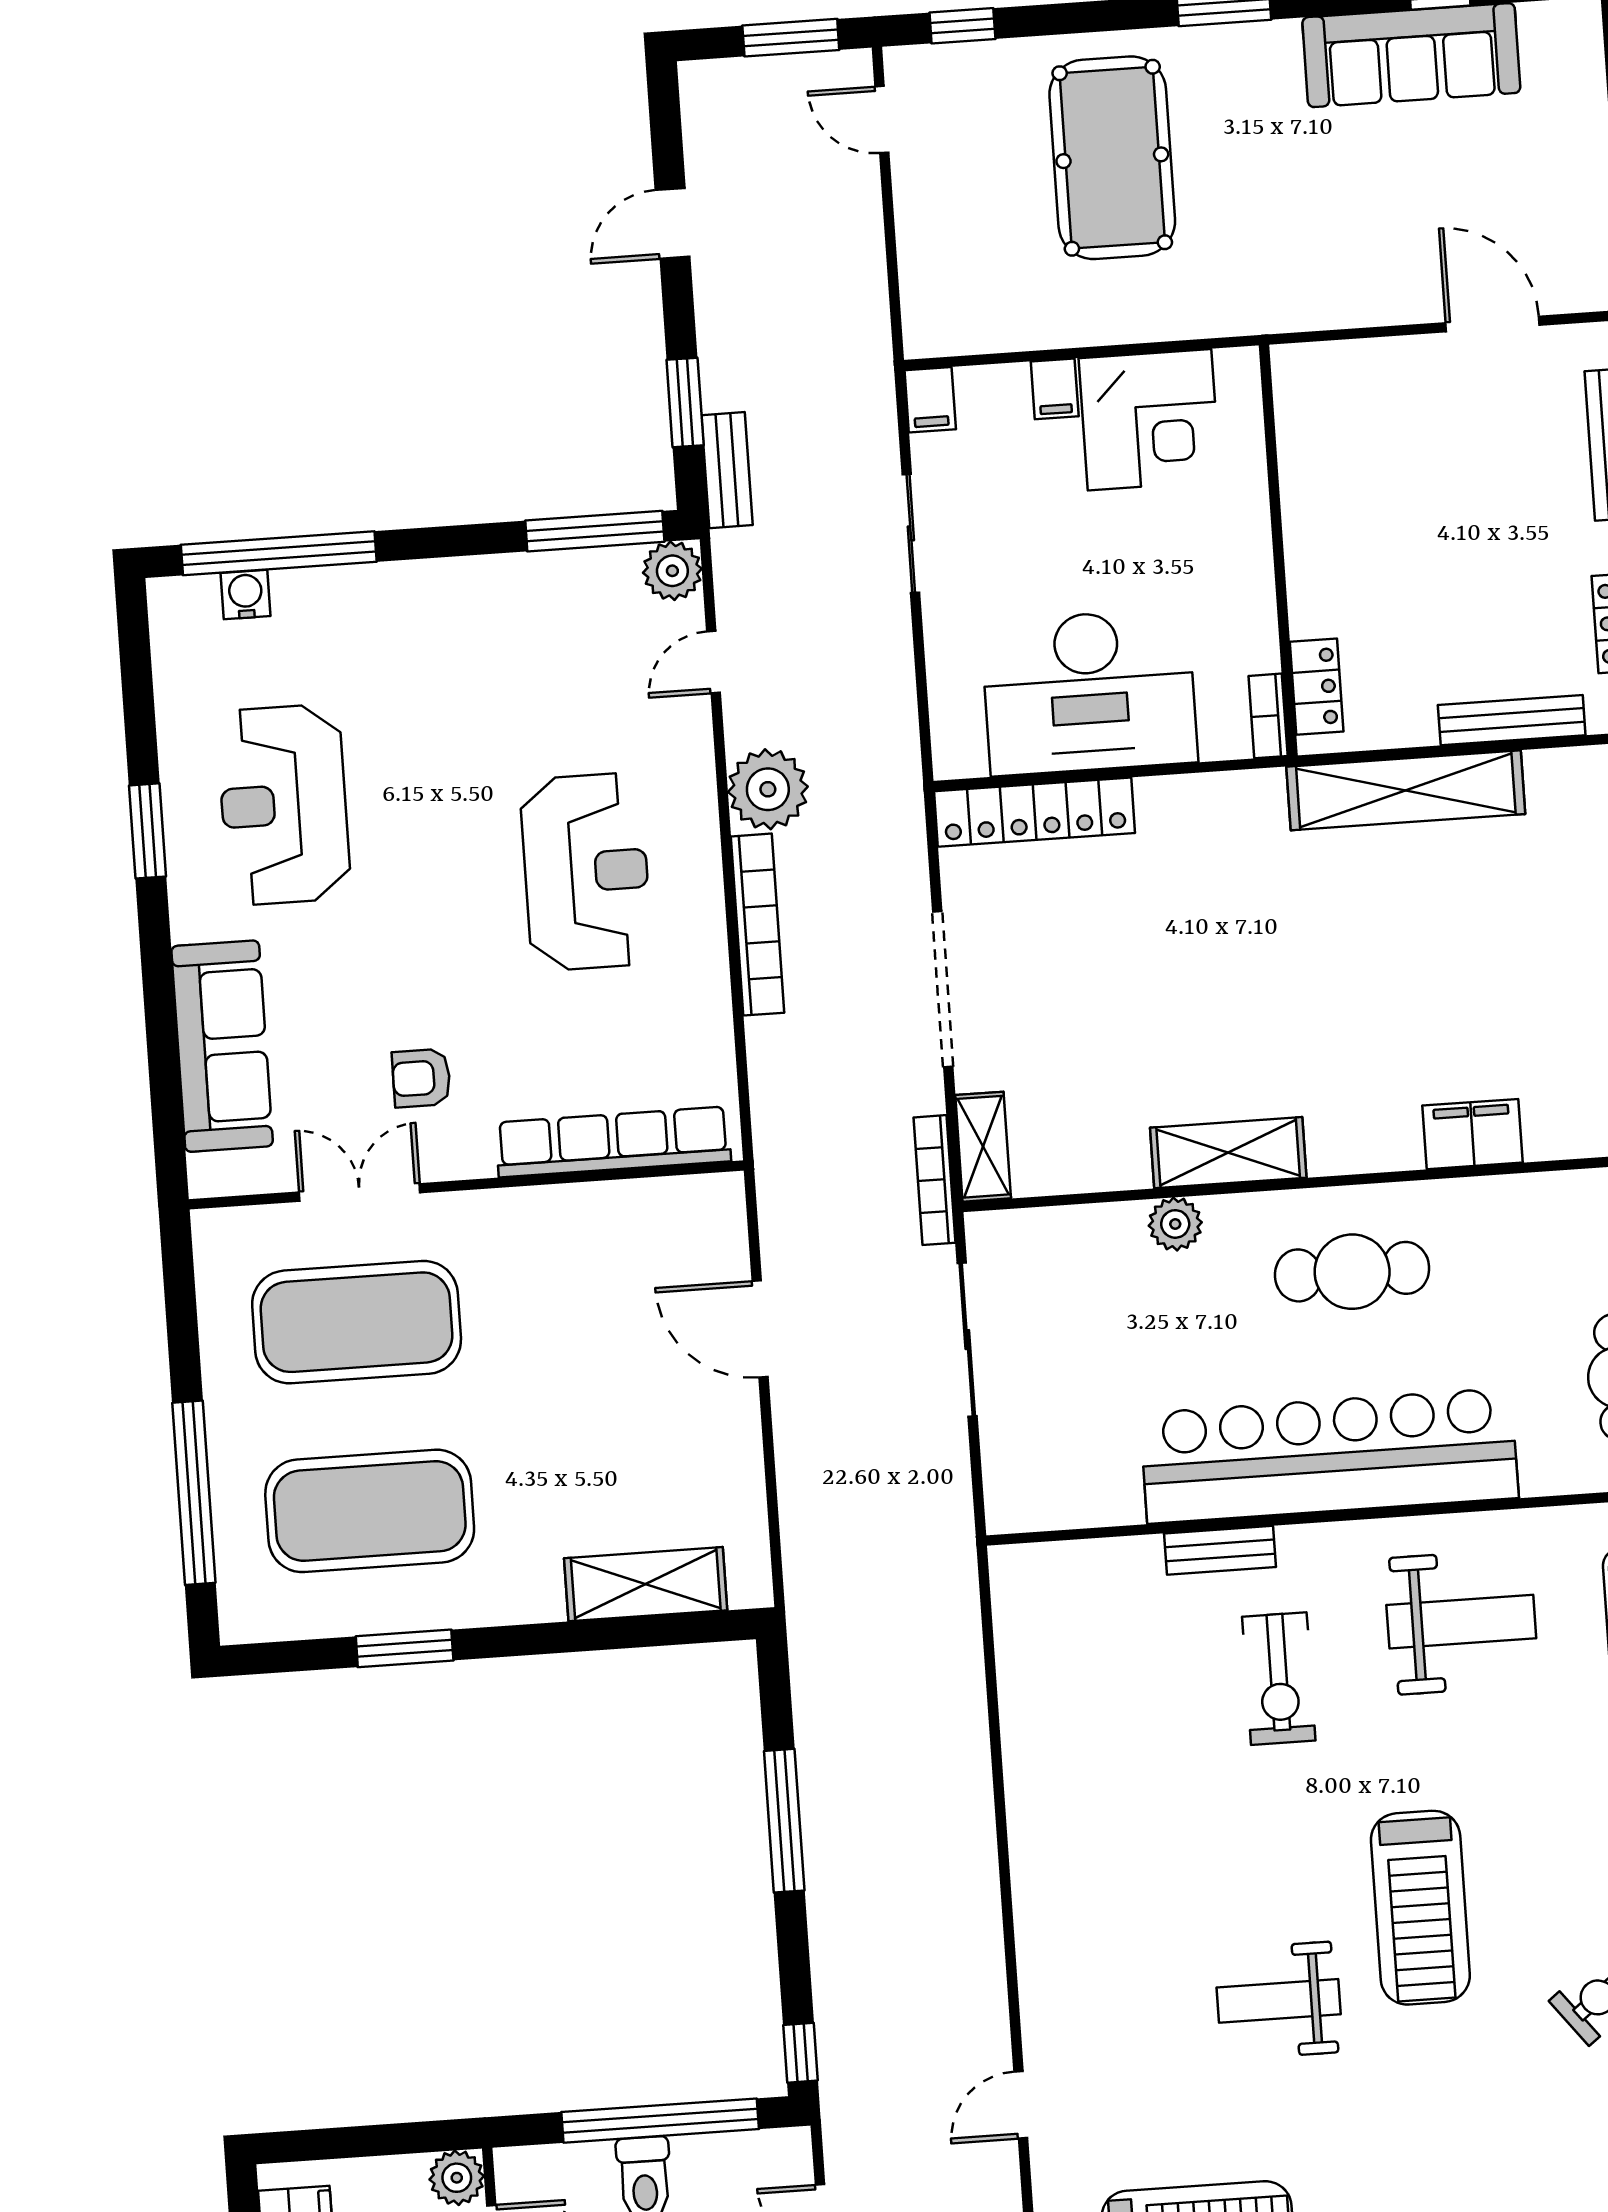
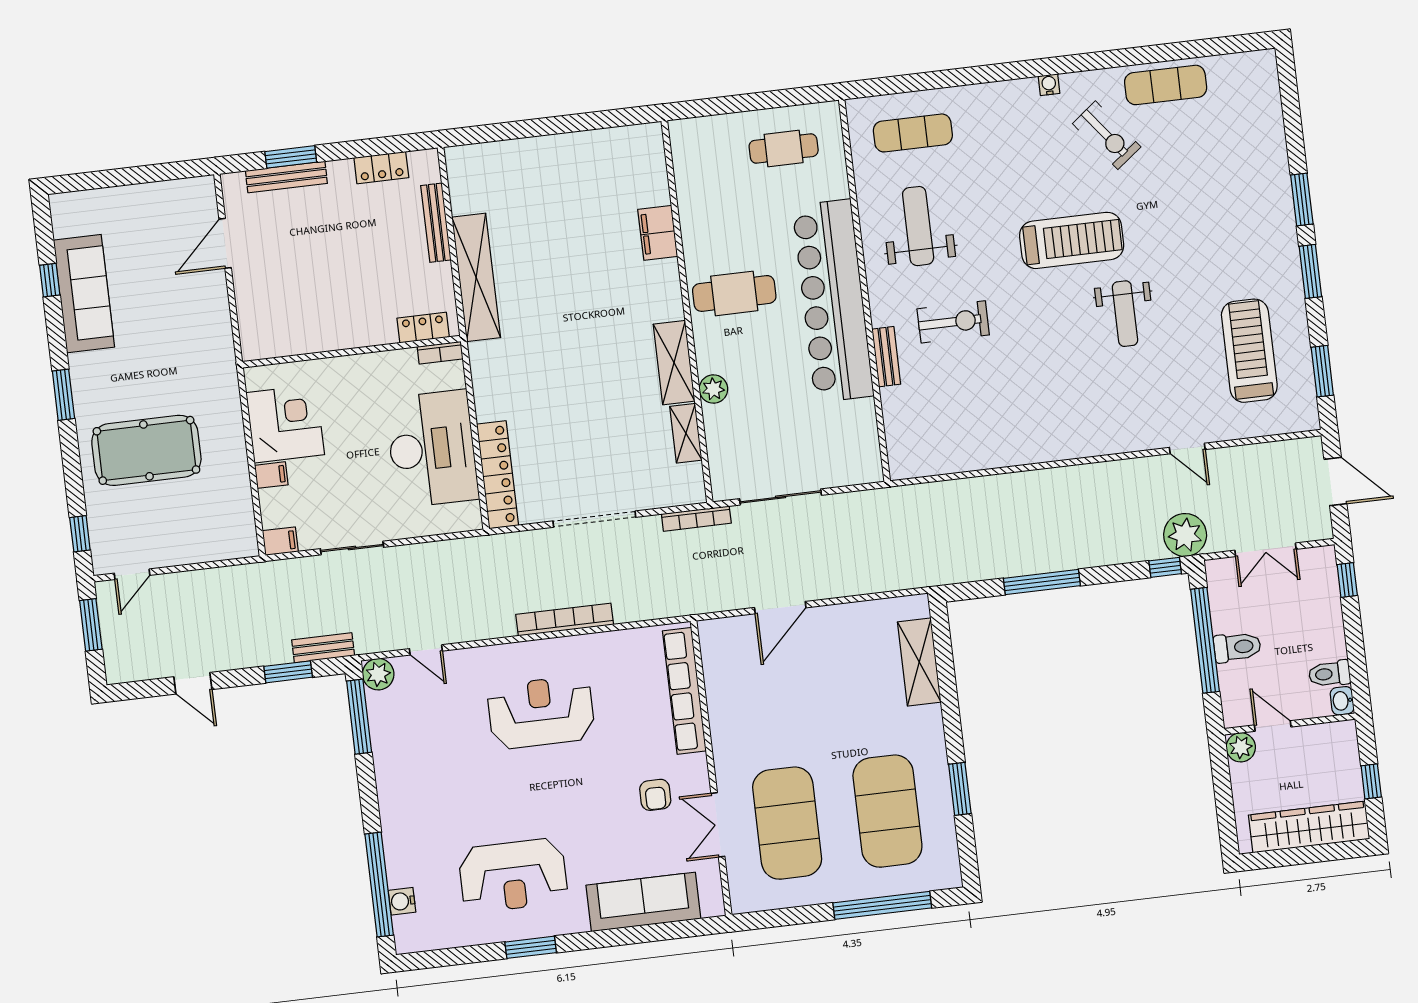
plant: (768, 789) -> (1185, 535), moved
shelving: (983, 1147) -> (686, 433), moved, turned 90
cafe table: (1352, 1272) -> (734, 293), turned 90

